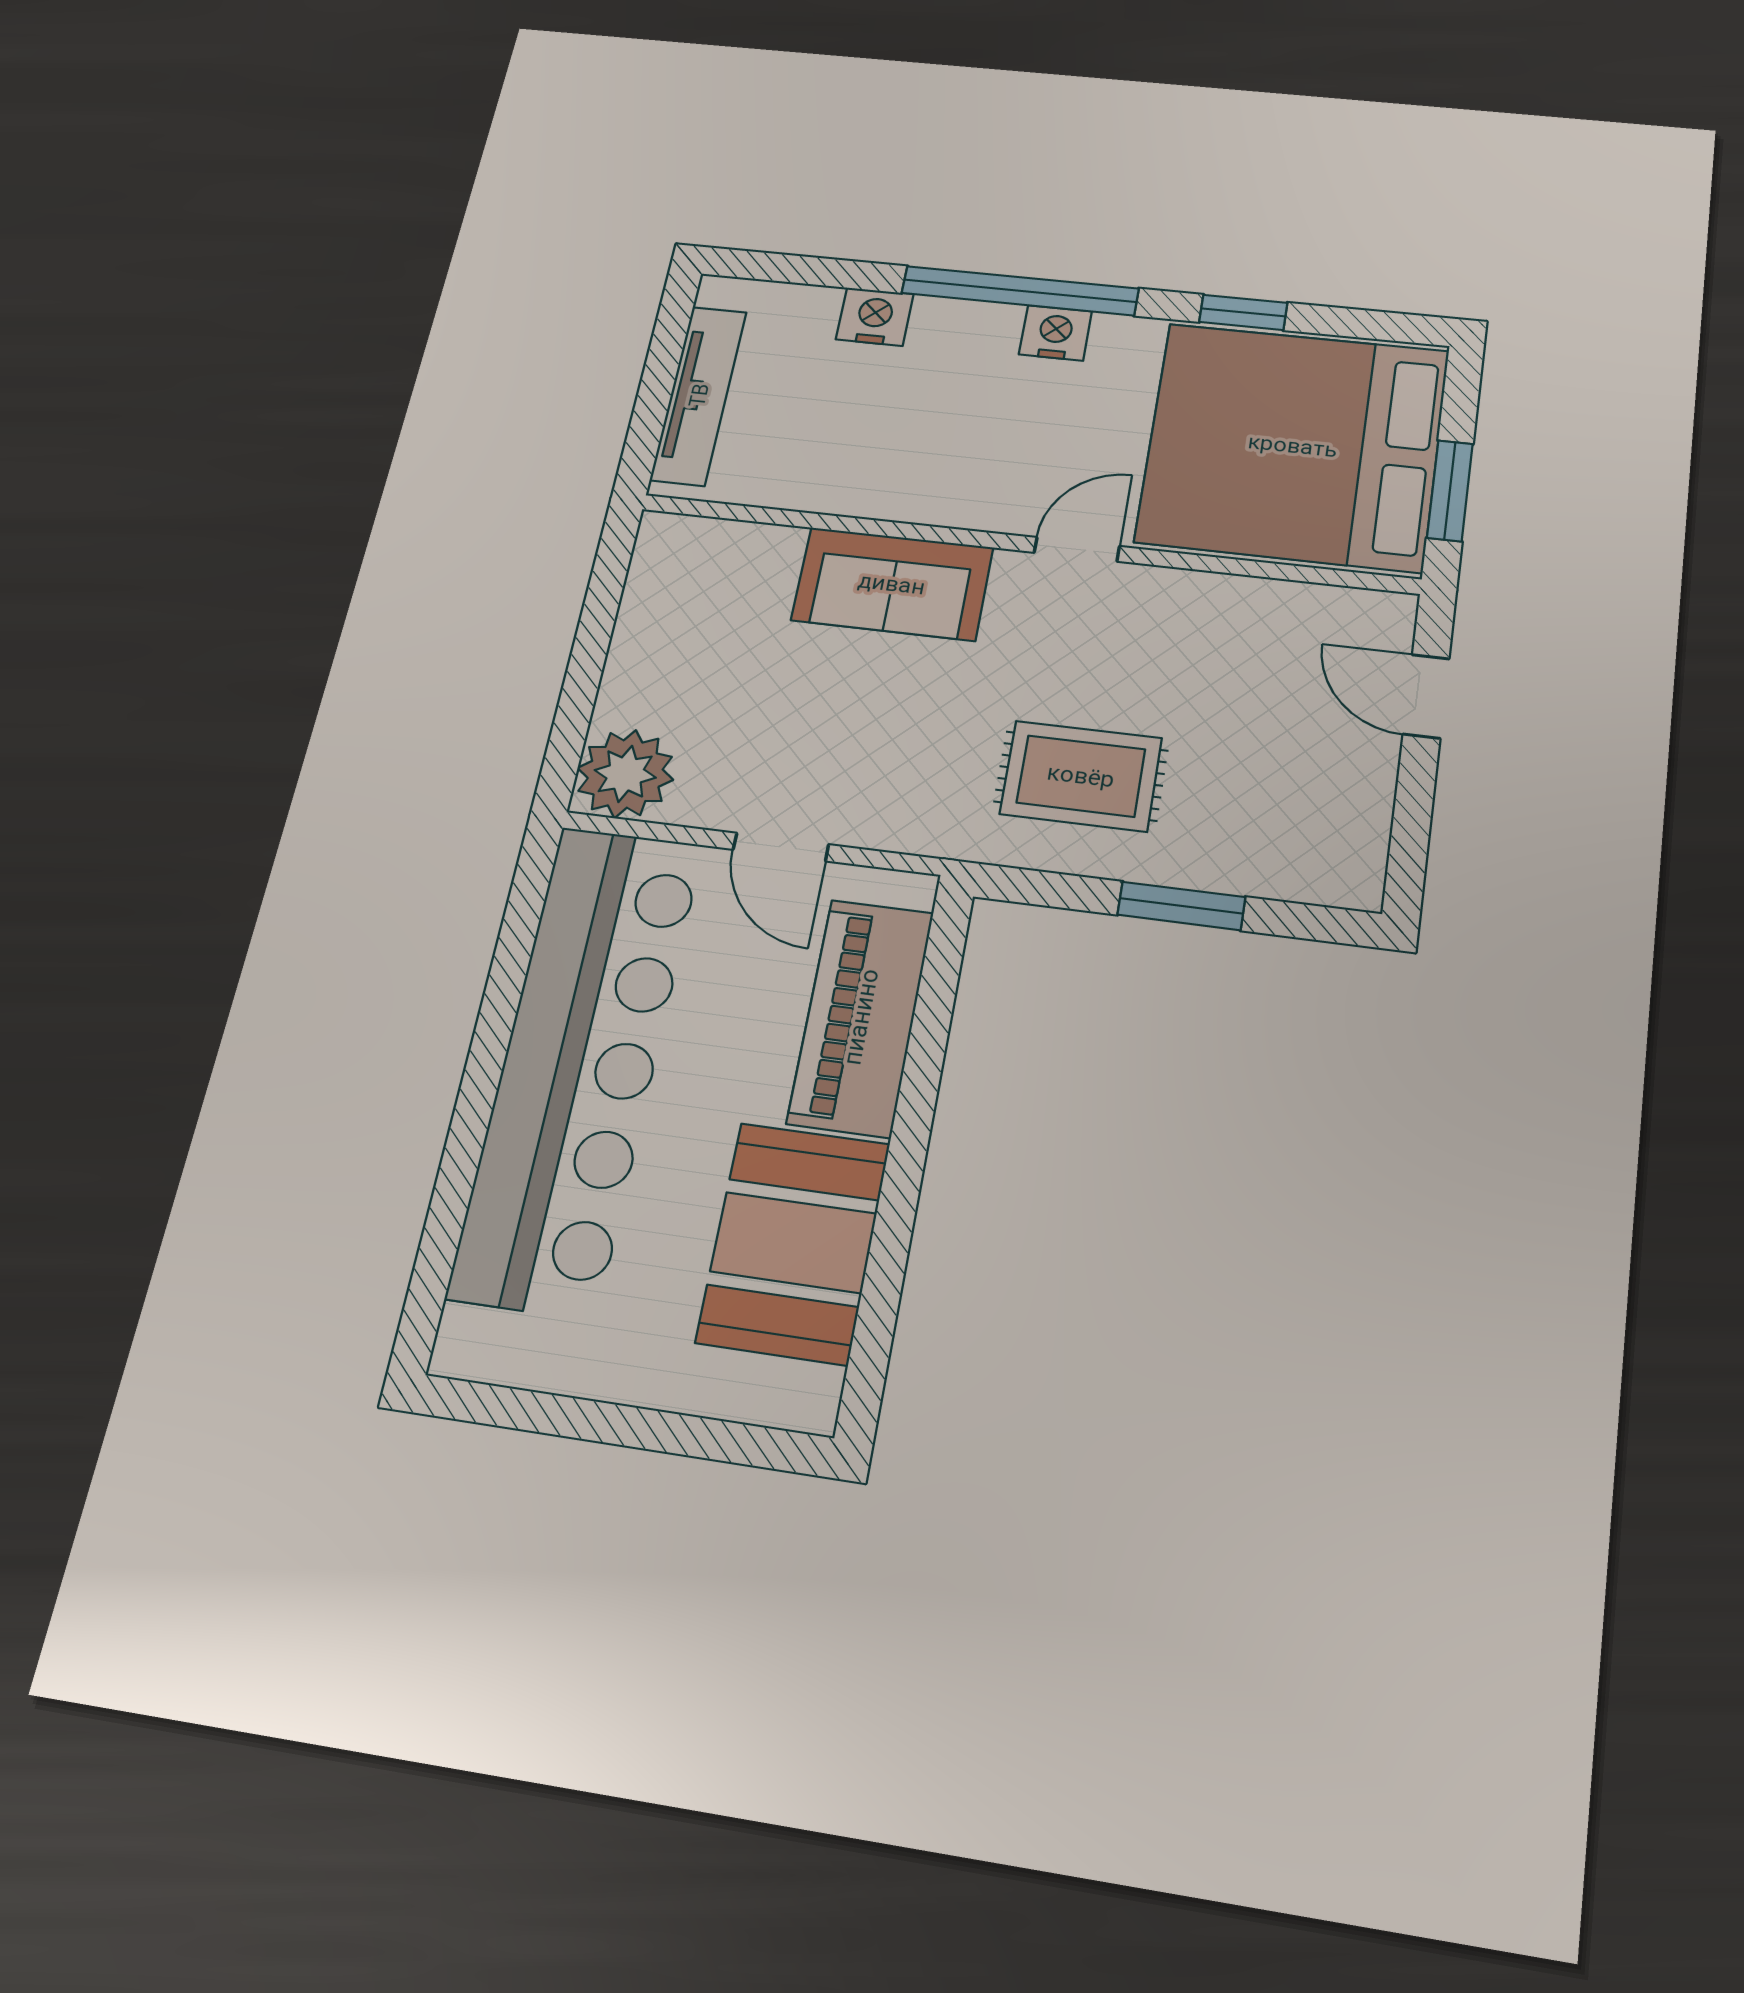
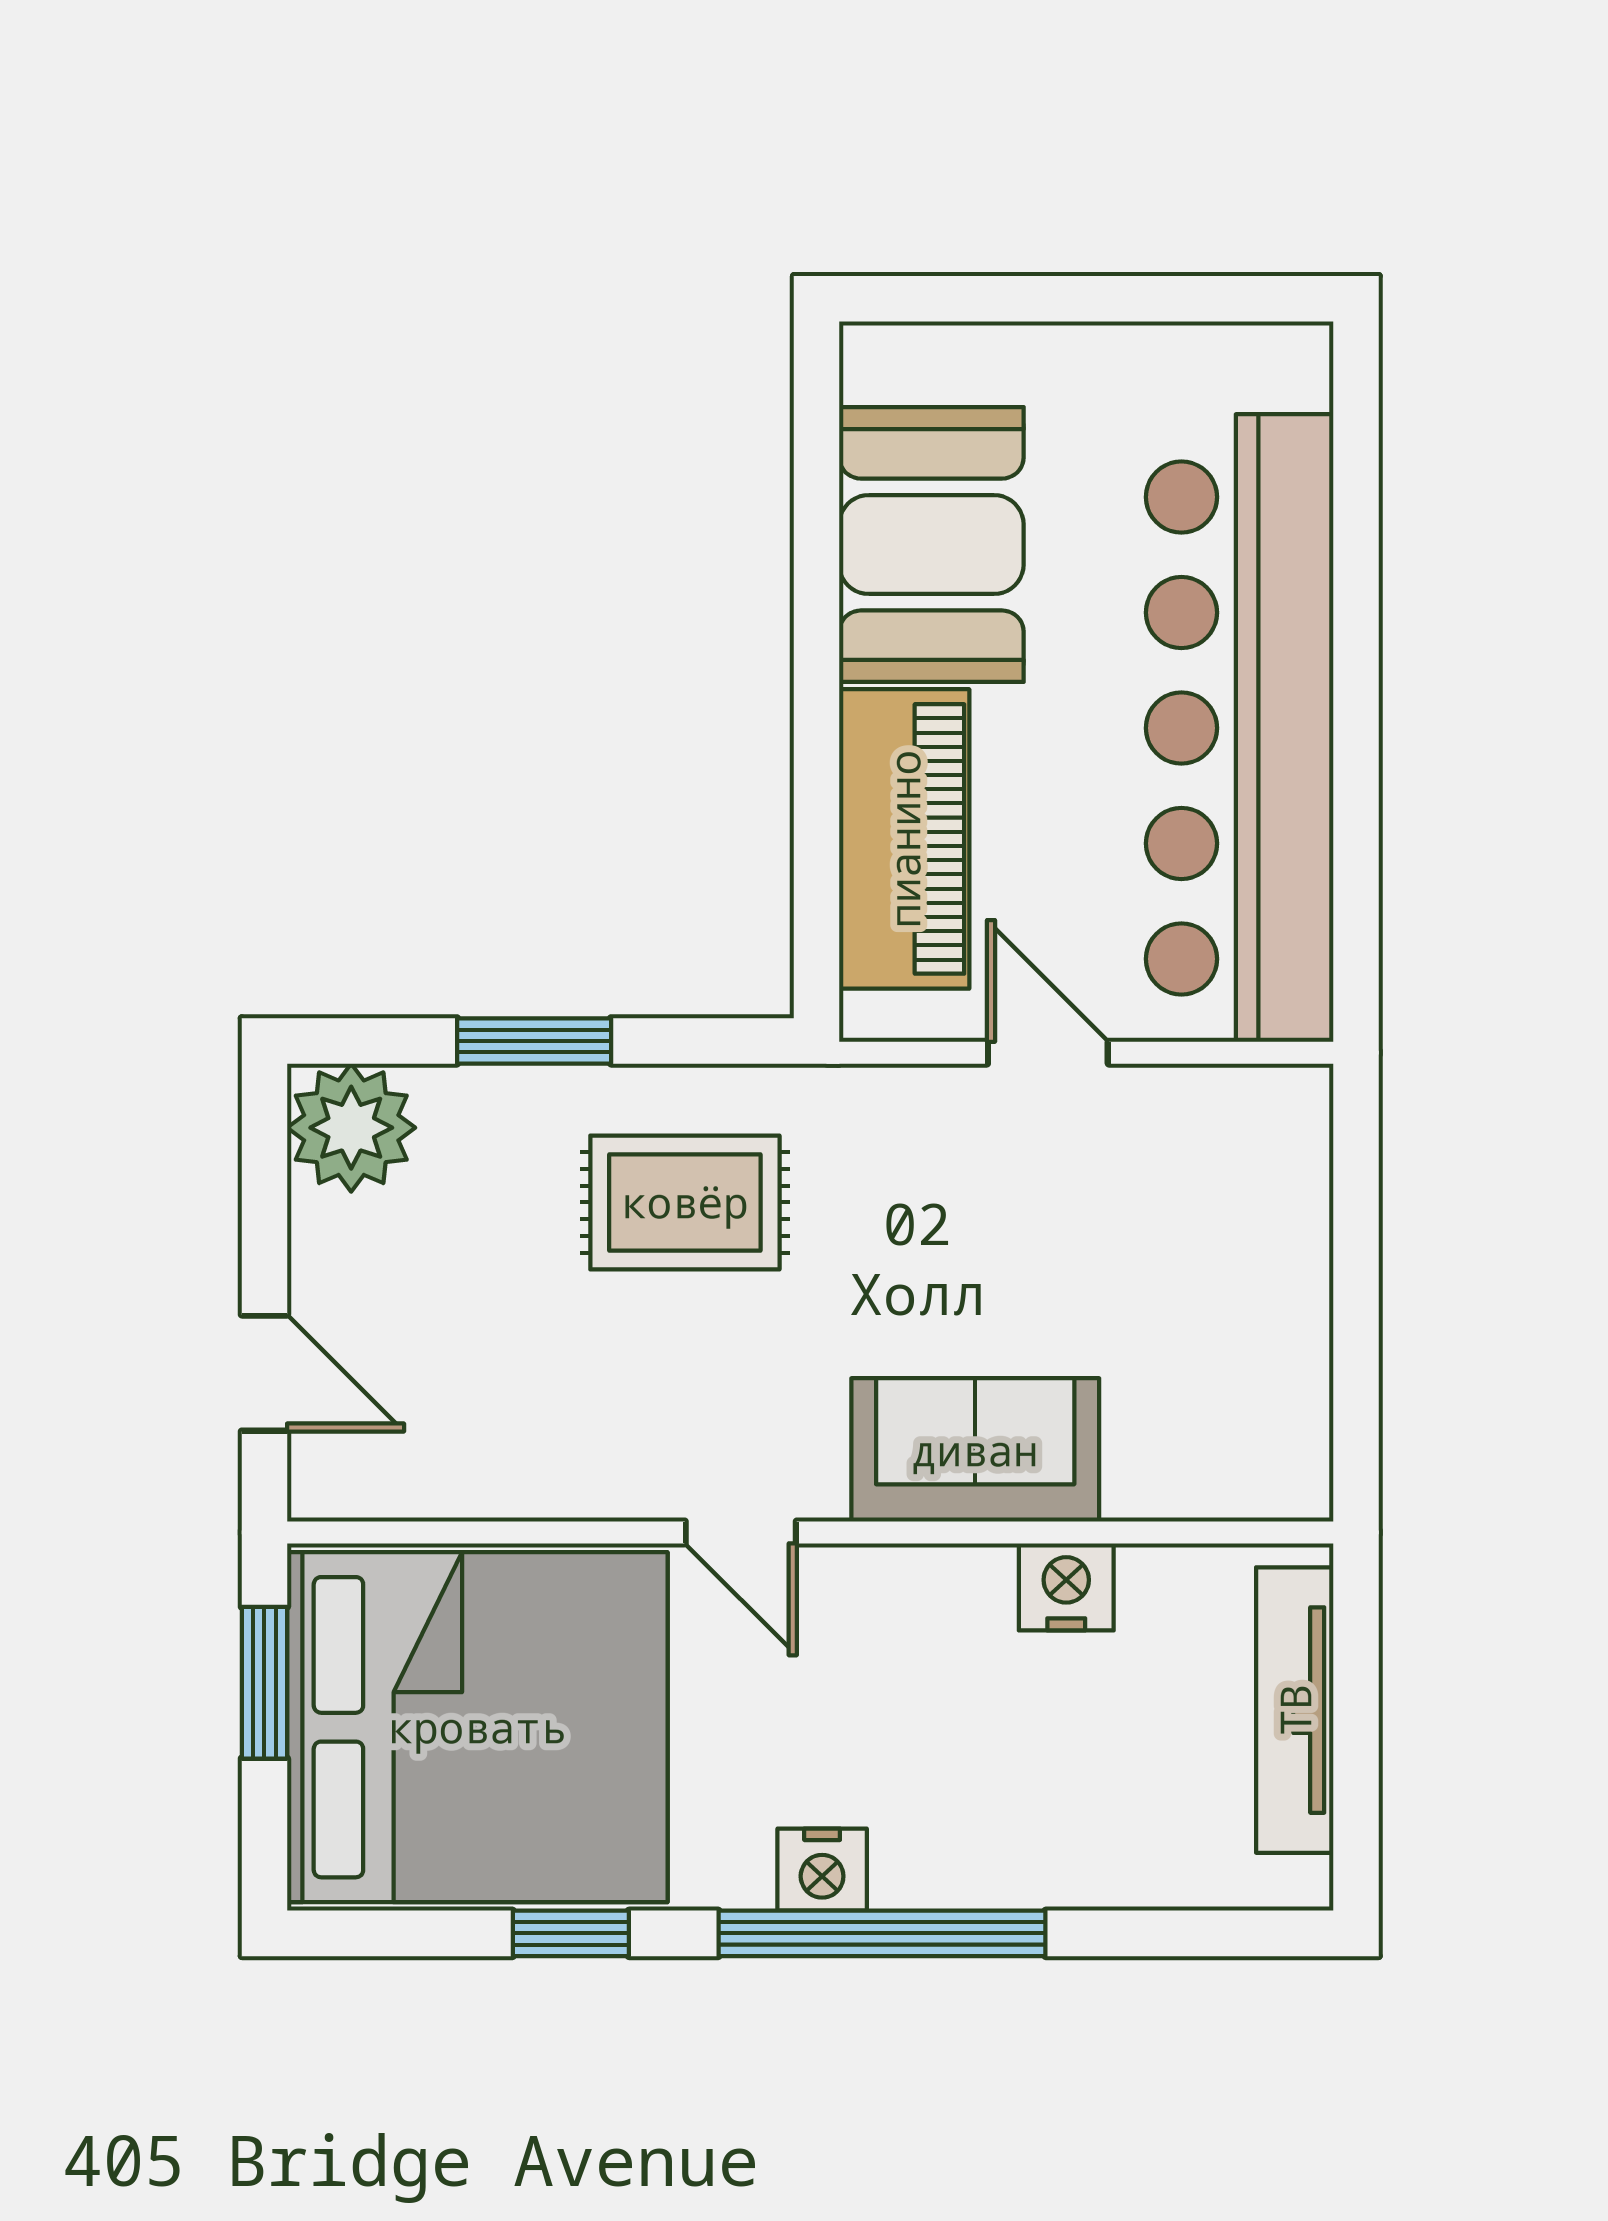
nightstand: (875, 317) -> (1066, 1587), moved, turned 180
door: (1077, 549) -> (741, 1532), hinge flipped
plant: (625, 774) -> (351, 1128), moved

